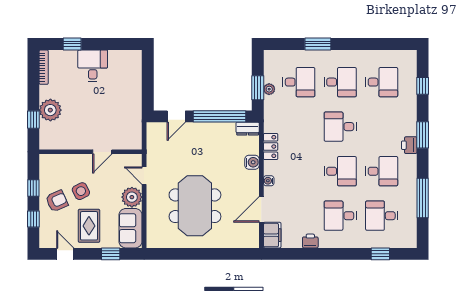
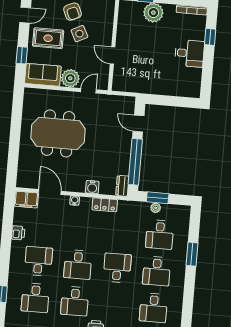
desk: (382, 216) -> (35, 298), turned 180

